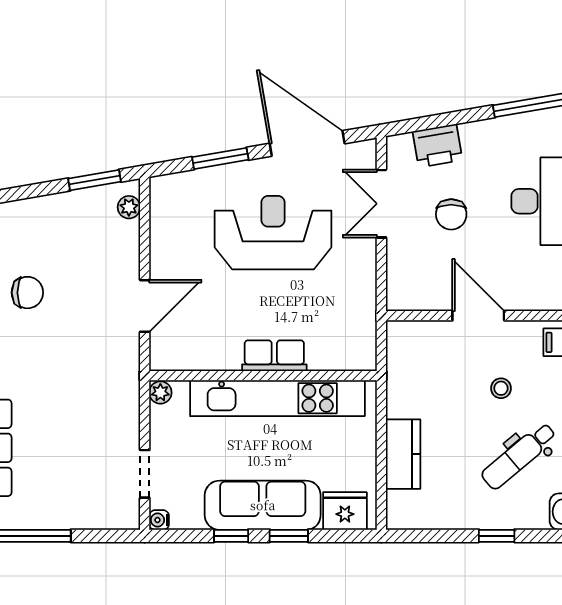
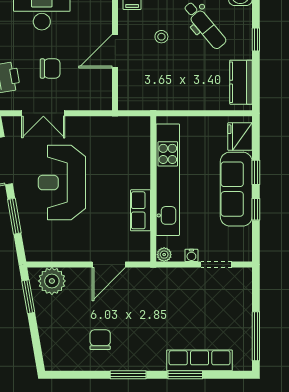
plant: (129, 207) -> (52, 281), width x1.88, depth x1.88
door: (145, 306) -> (109, 265), swing flipped
row of seats: (274, 356) -> (141, 210), moved
kitchen counter: (403, 454) -> (241, 82), moved, turned -90
water cooler: (159, 520) -> (191, 255), moved

